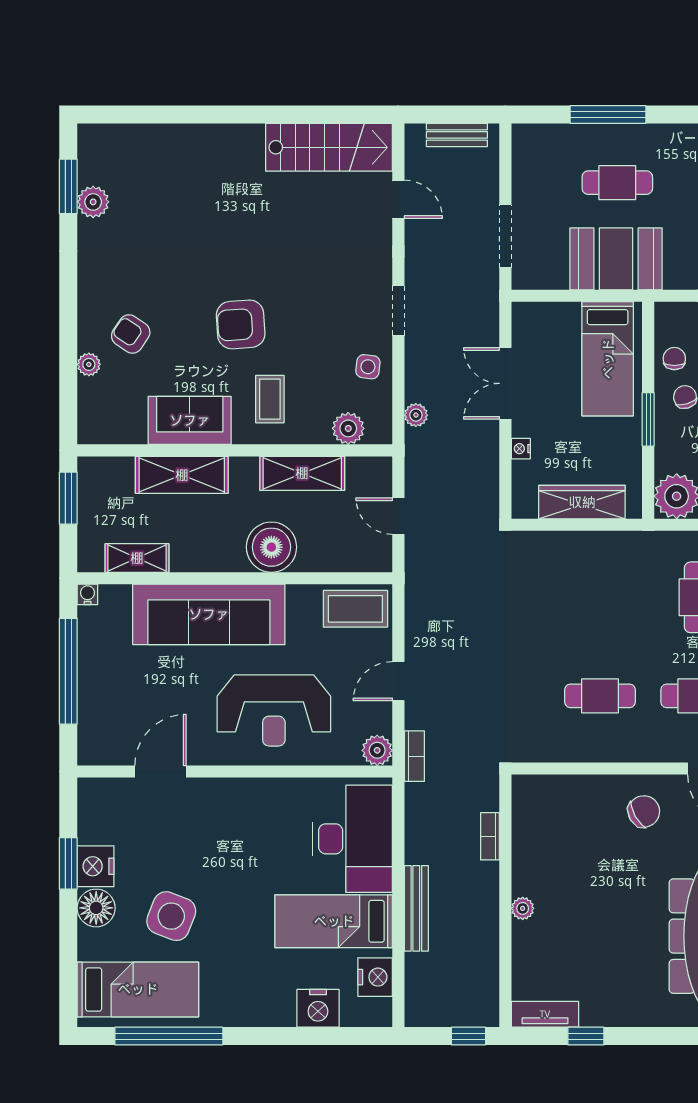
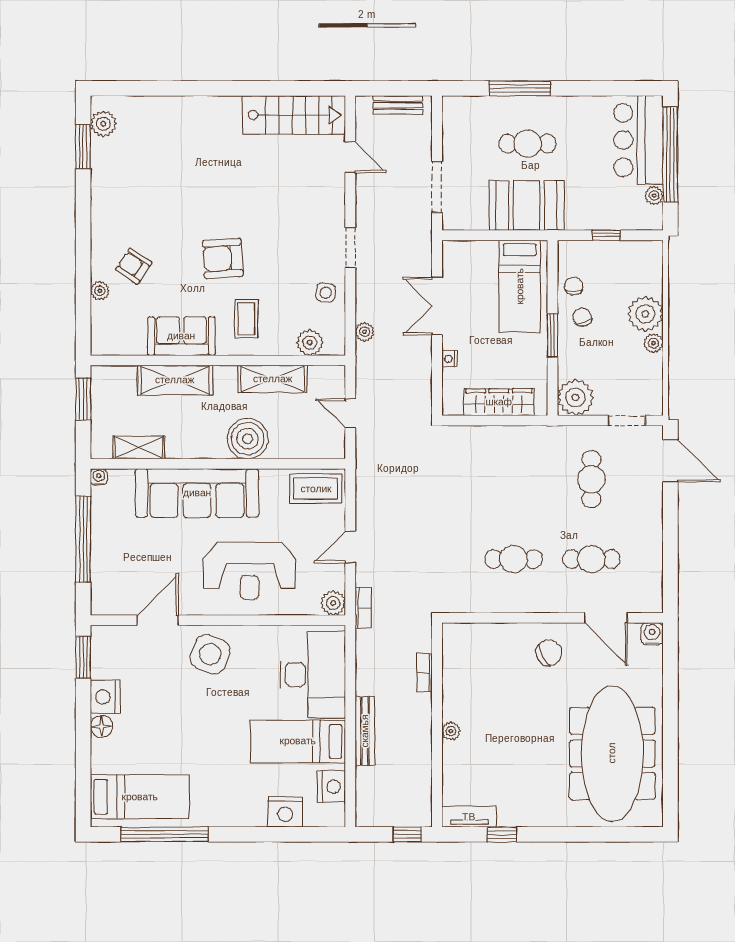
plant: (93, 202) -> (103, 124), moved
window: (68, 863) -> (83, 657), moved
floor lamp: (96, 908) -> (102, 727), width x0.73, depth x0.73
side table: (171, 916) -> (210, 654), moved

